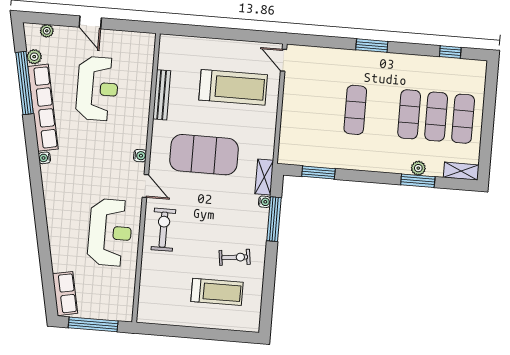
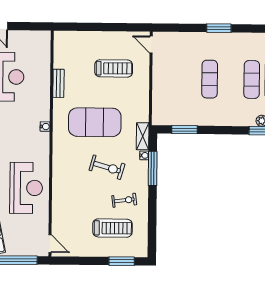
treadmill: (233, 87) -> (114, 68), width x0.73, depth x0.73
bench: (162, 95) -> (58, 83), width x0.73
door: (145, 186) -> (50, 244), moved
exercise bike: (163, 230) -> (107, 167), moved, turned 106
window: (226, 335) -> (122, 261), added

